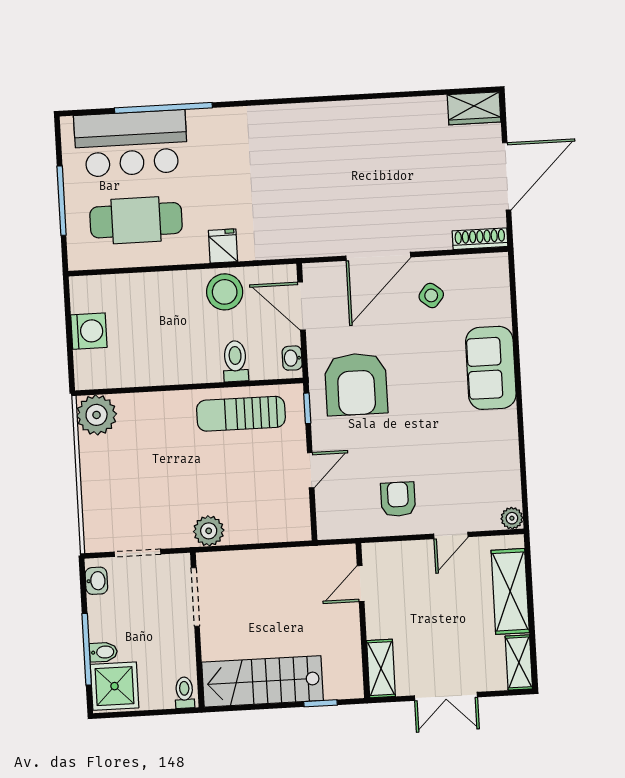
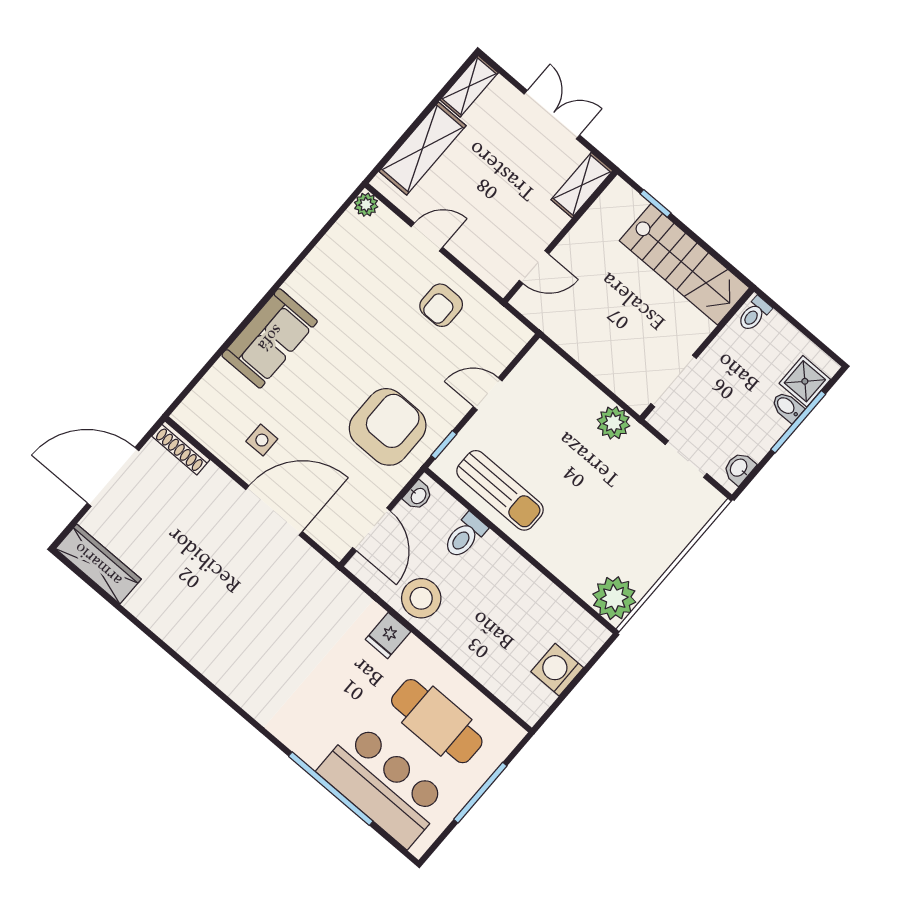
wardrobe: (474, 108) -> (98, 564), width x1.50
side table: (431, 295) -> (262, 440), turned -38
shower: (115, 686) -> (805, 381), width x0.73, depth x0.73

